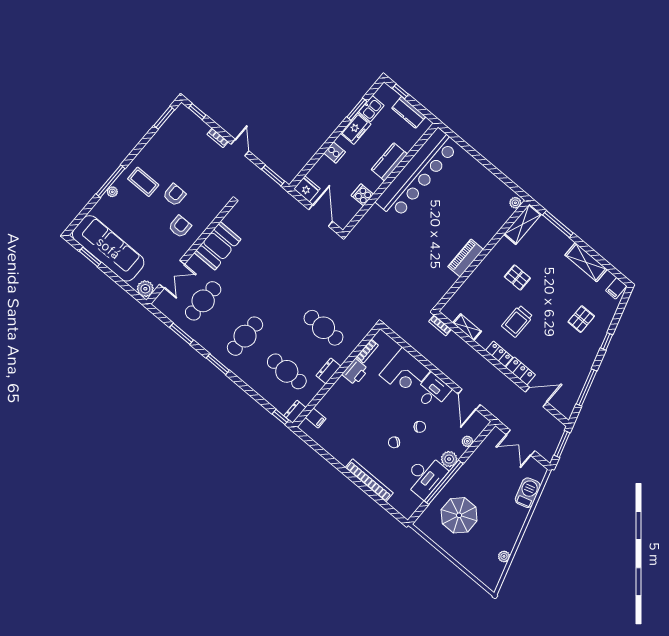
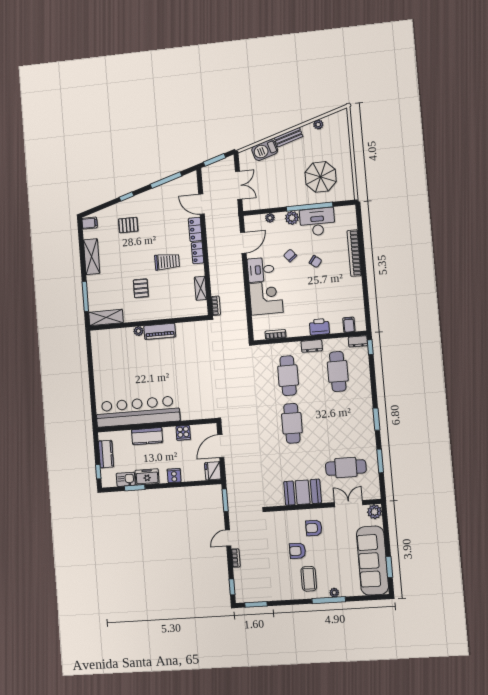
plant: (515, 203) -> (138, 331), moved
cafe table: (245, 336) -> (292, 423), moved, turned 90
printer: (355, 372) -> (319, 327), moved
bench: (518, 522) -> (289, 137), added

